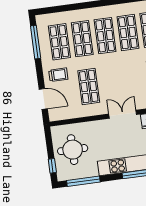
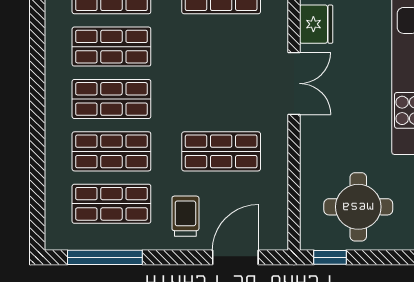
double door: (123, 114) -> (294, 83), swing flipped
window: (52, 166) -> (330, 257), moved

